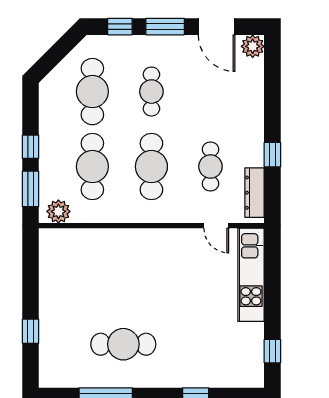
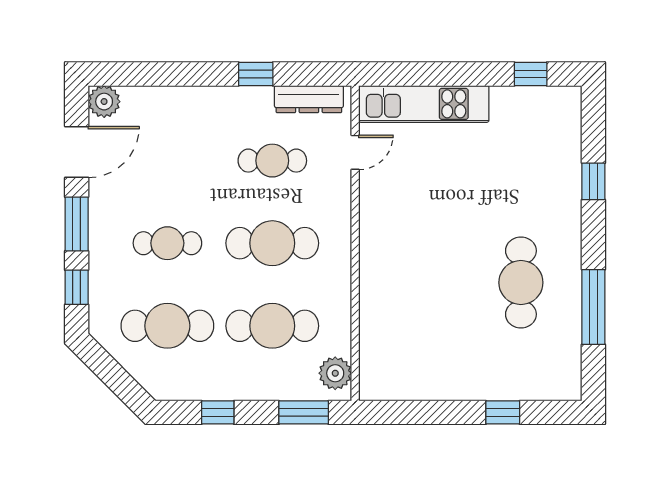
window: (30, 147) -> (218, 412), moved

